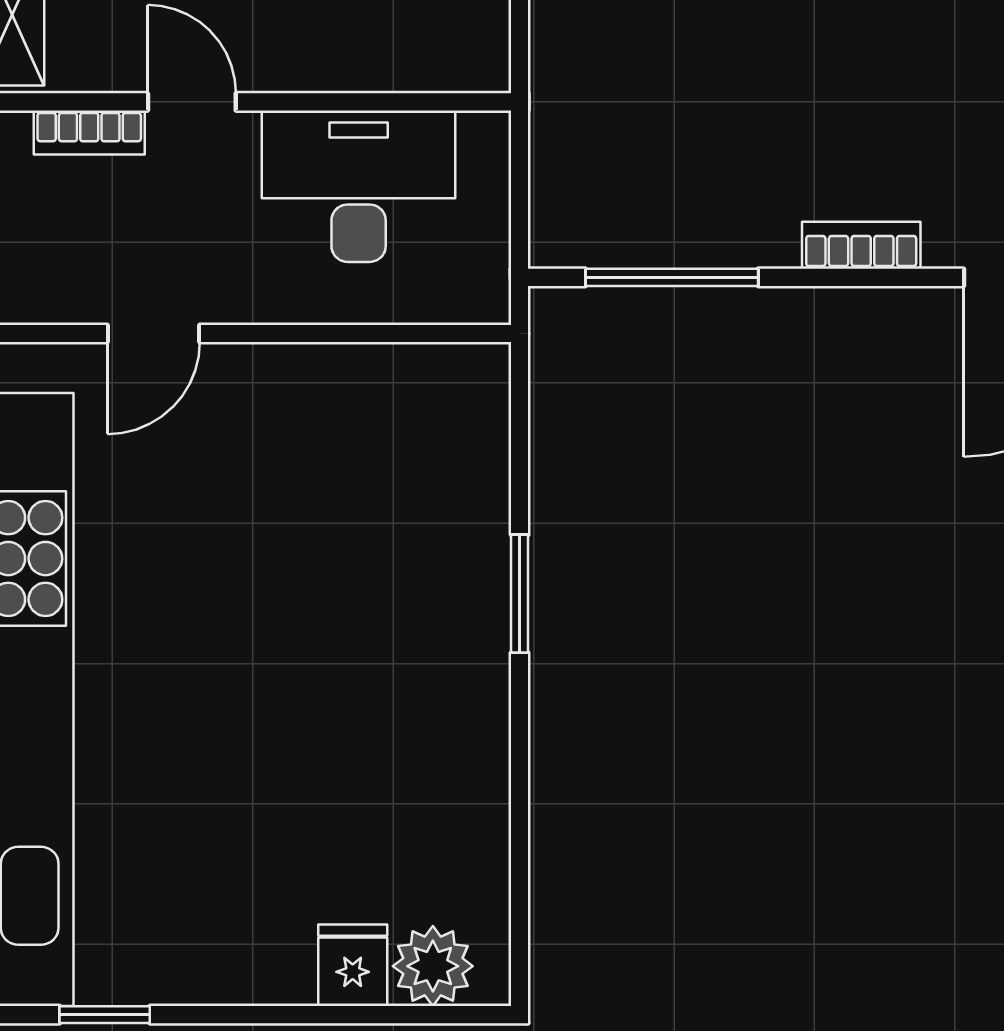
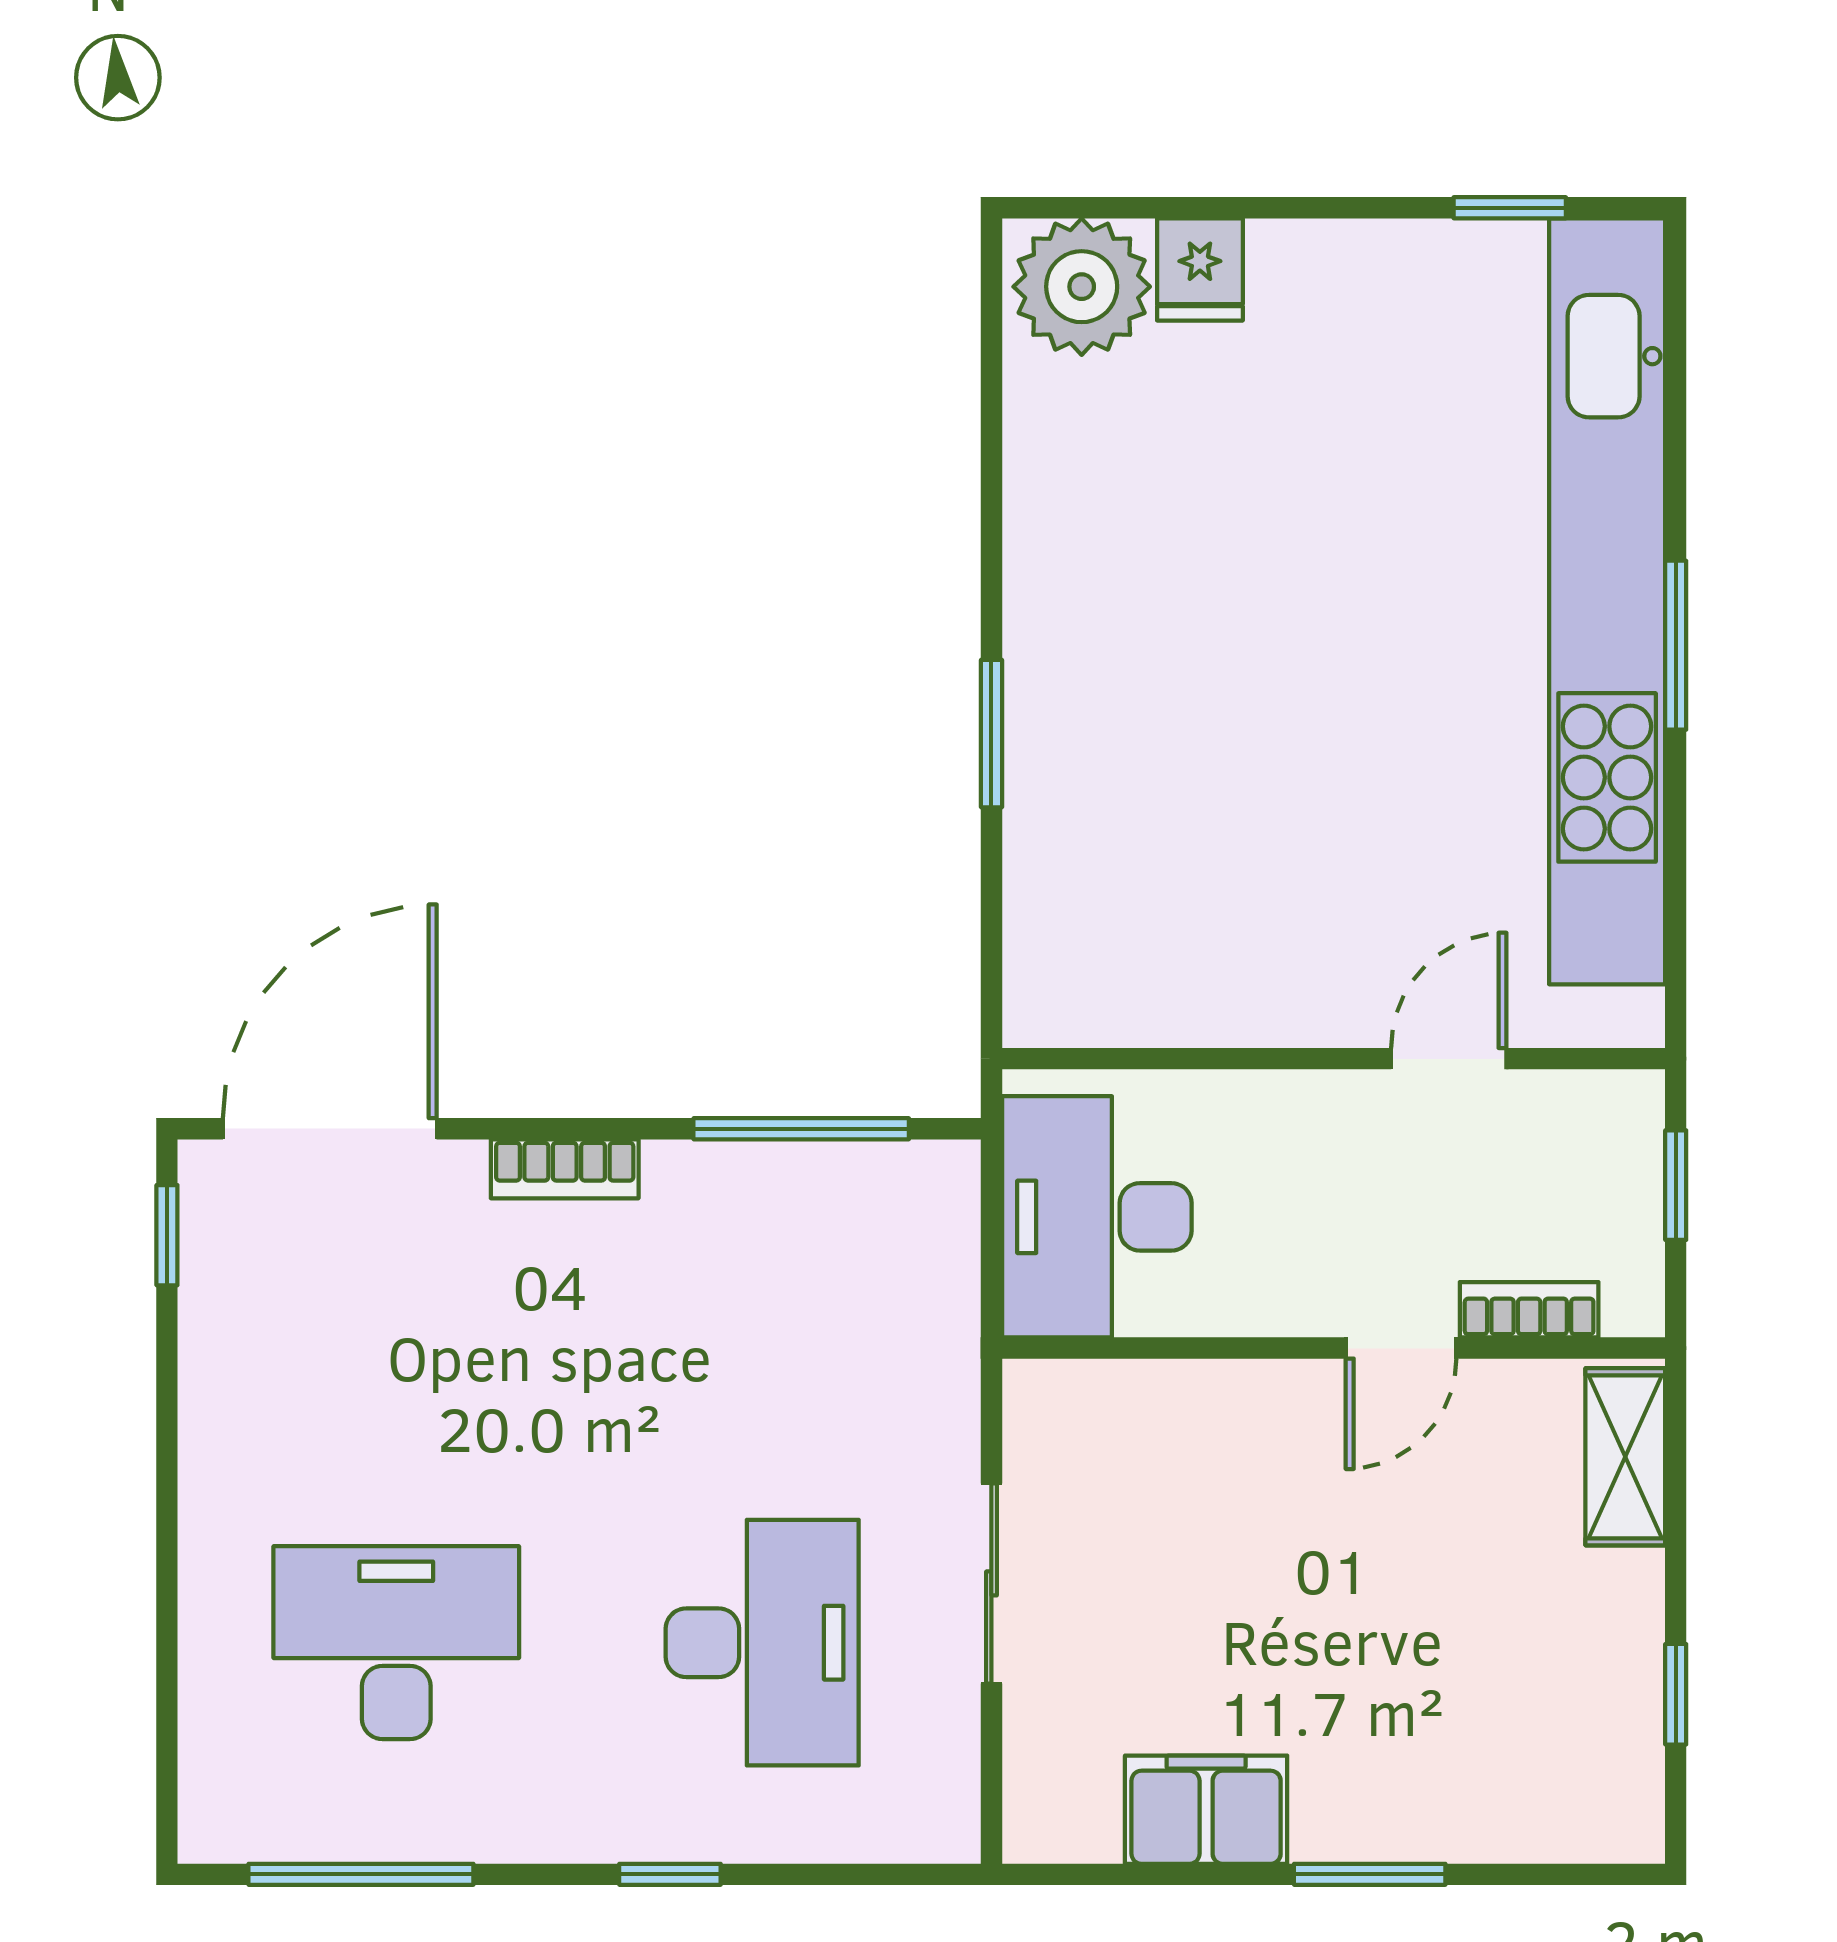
door: (192, 102) -> (1401, 1348), hinge flipped
desk: (359, 186) -> (1097, 1217), moved, turned 90
plant: (433, 966) -> (1082, 287), width x1.36, depth x1.36

